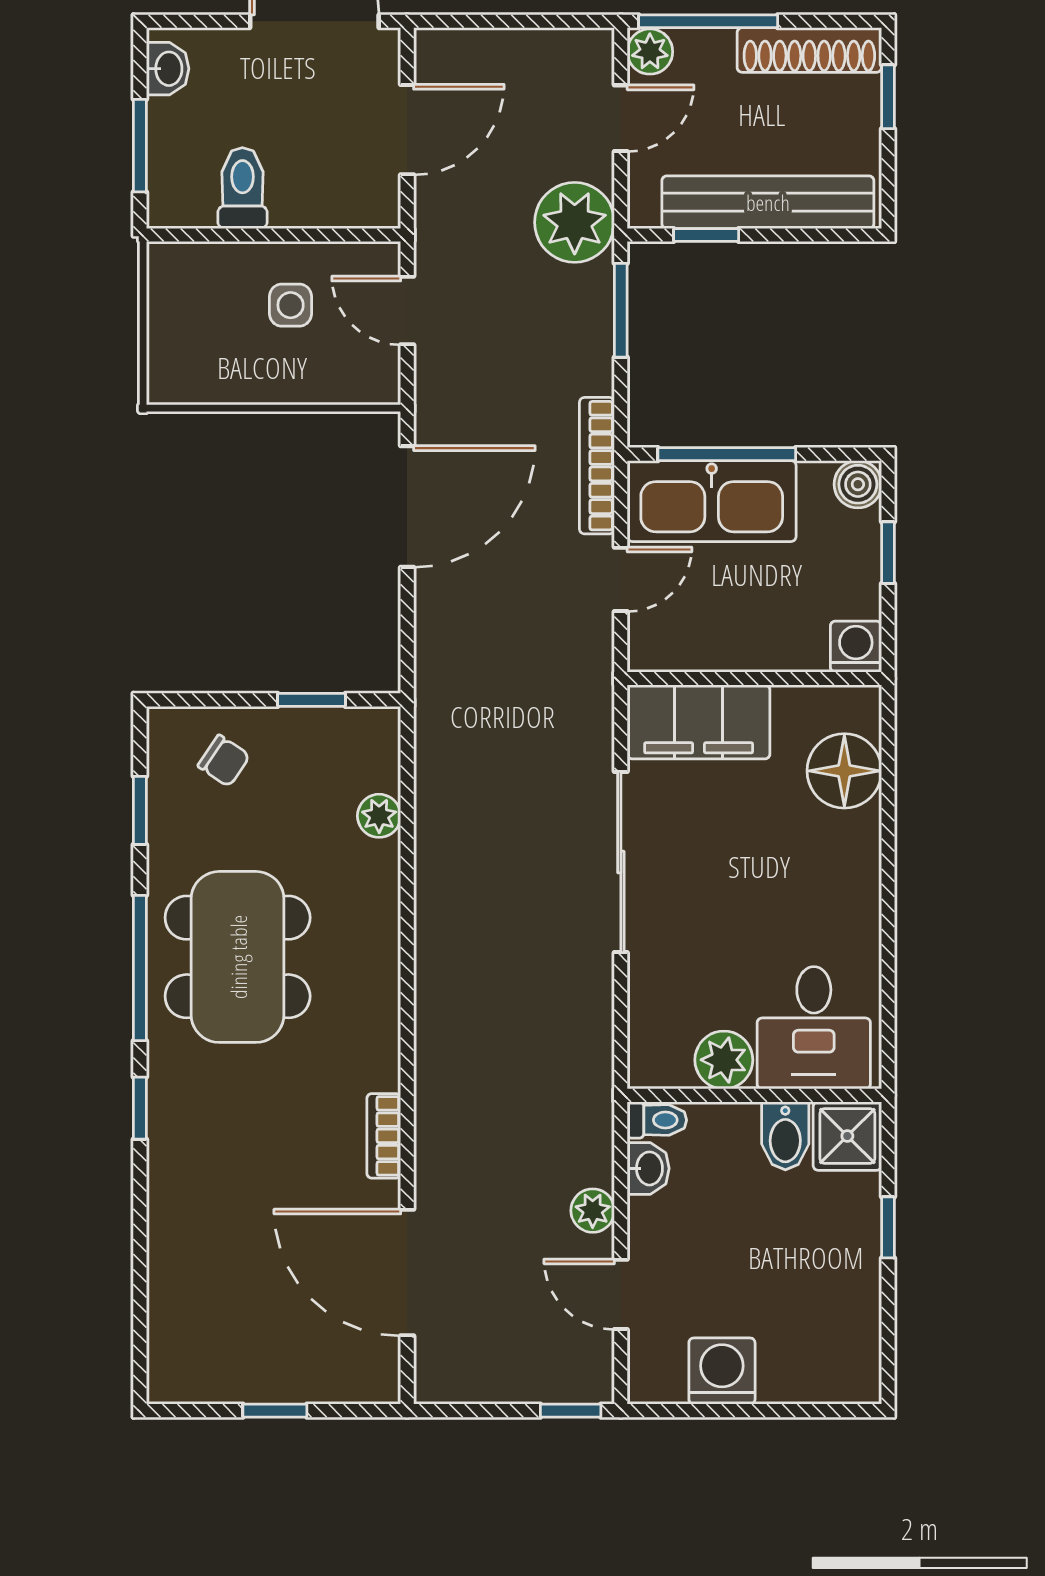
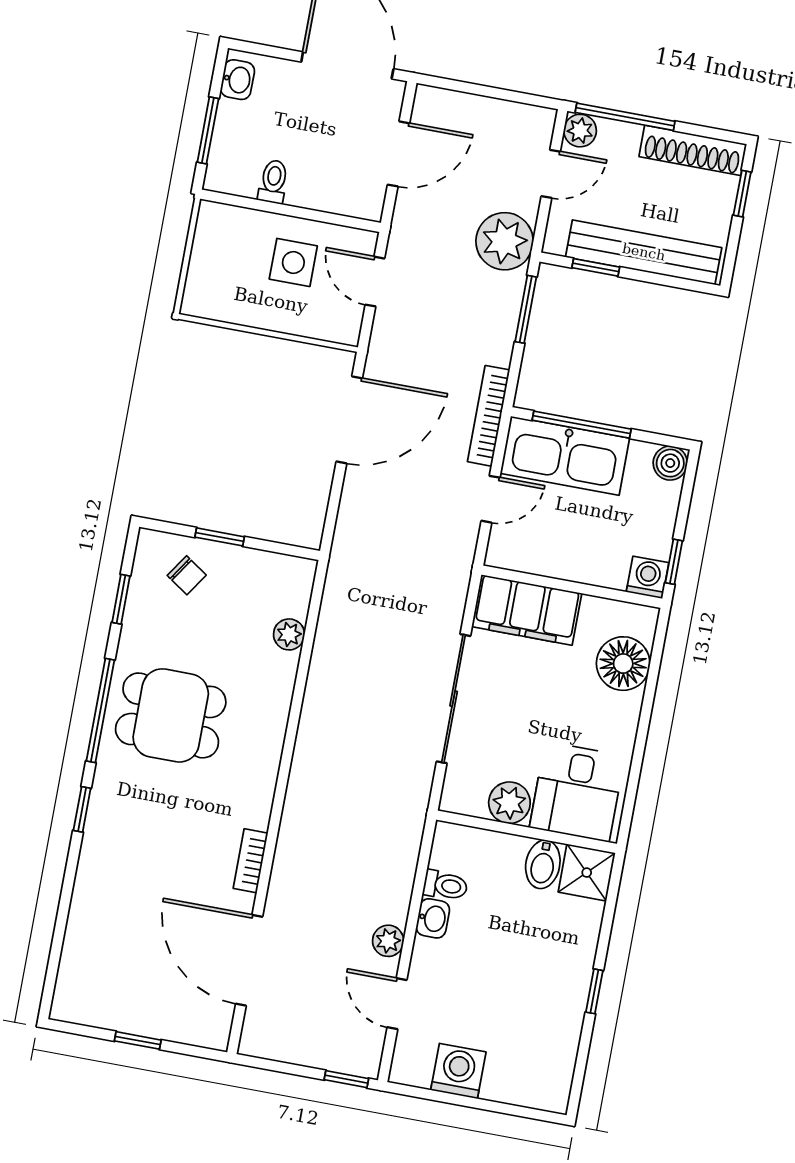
toilet: (242, 188) -> (273, 182), width x0.73, depth x0.72
side table: (291, 305) -> (293, 262), width x1.37, depth x1.37
window: (888, 553) -> (674, 562), moved
window: (311, 700) -> (220, 537), moved
dining table: (238, 957) -> (171, 715), width x0.73
desk: (814, 1028) -> (577, 792), moved
plant: (724, 1060) -> (509, 803), moved
wall: (754, 1095) -> (526, 832), moved
bidet: (785, 1136) -> (543, 864), moved
shower: (847, 1136) -> (587, 873), moved

